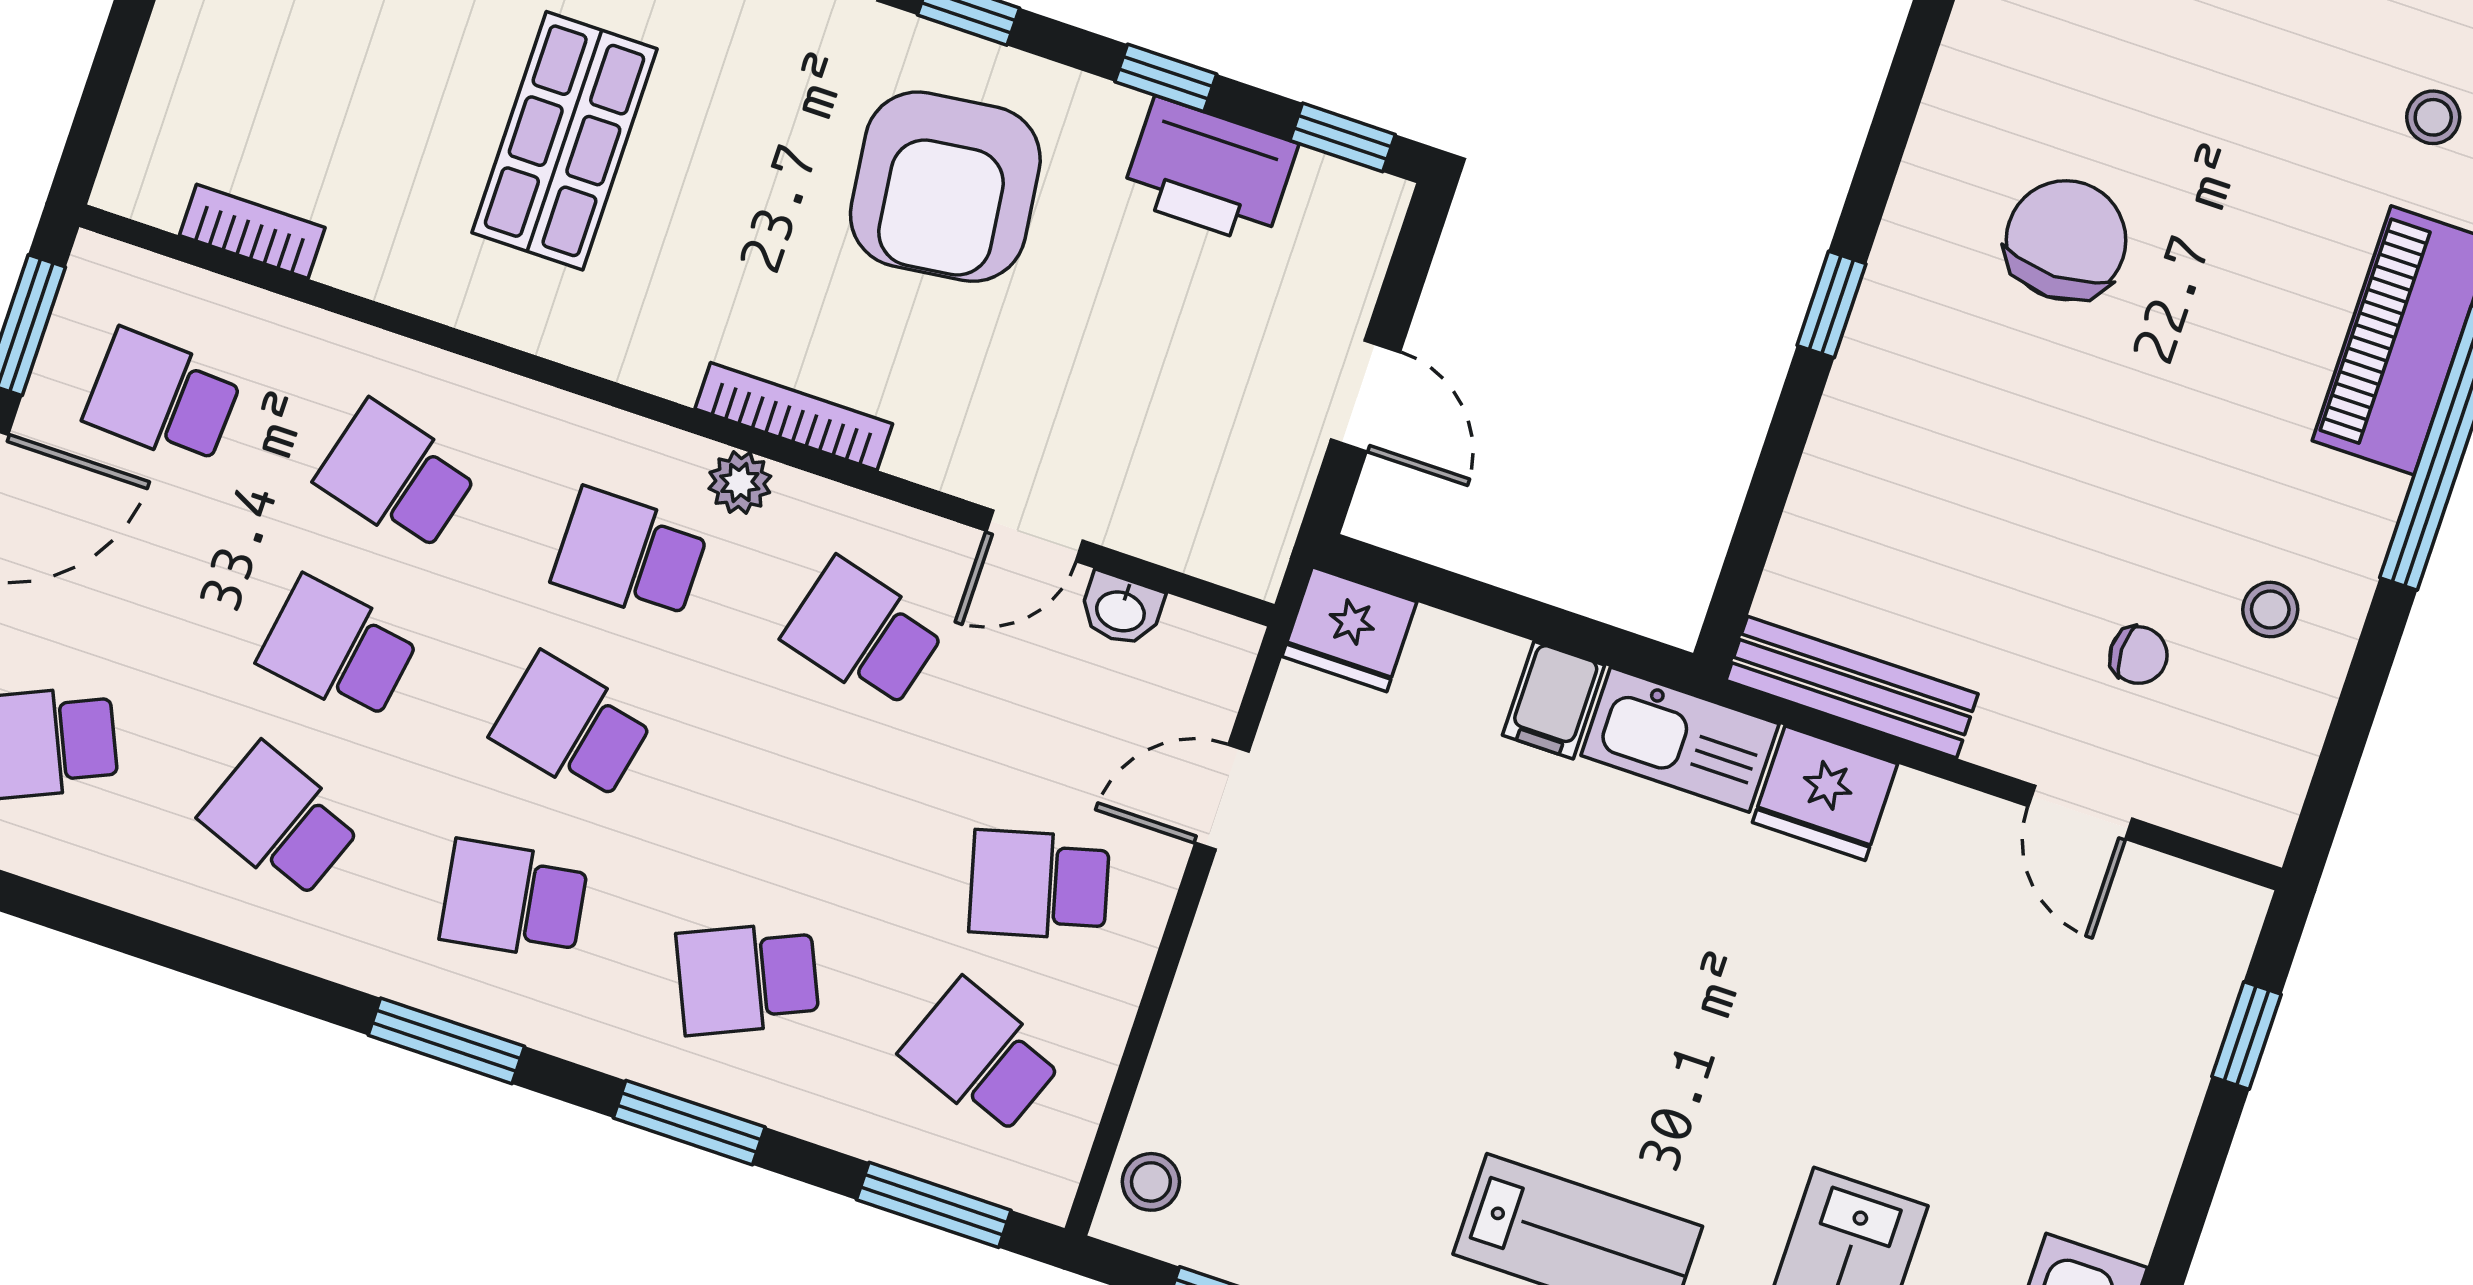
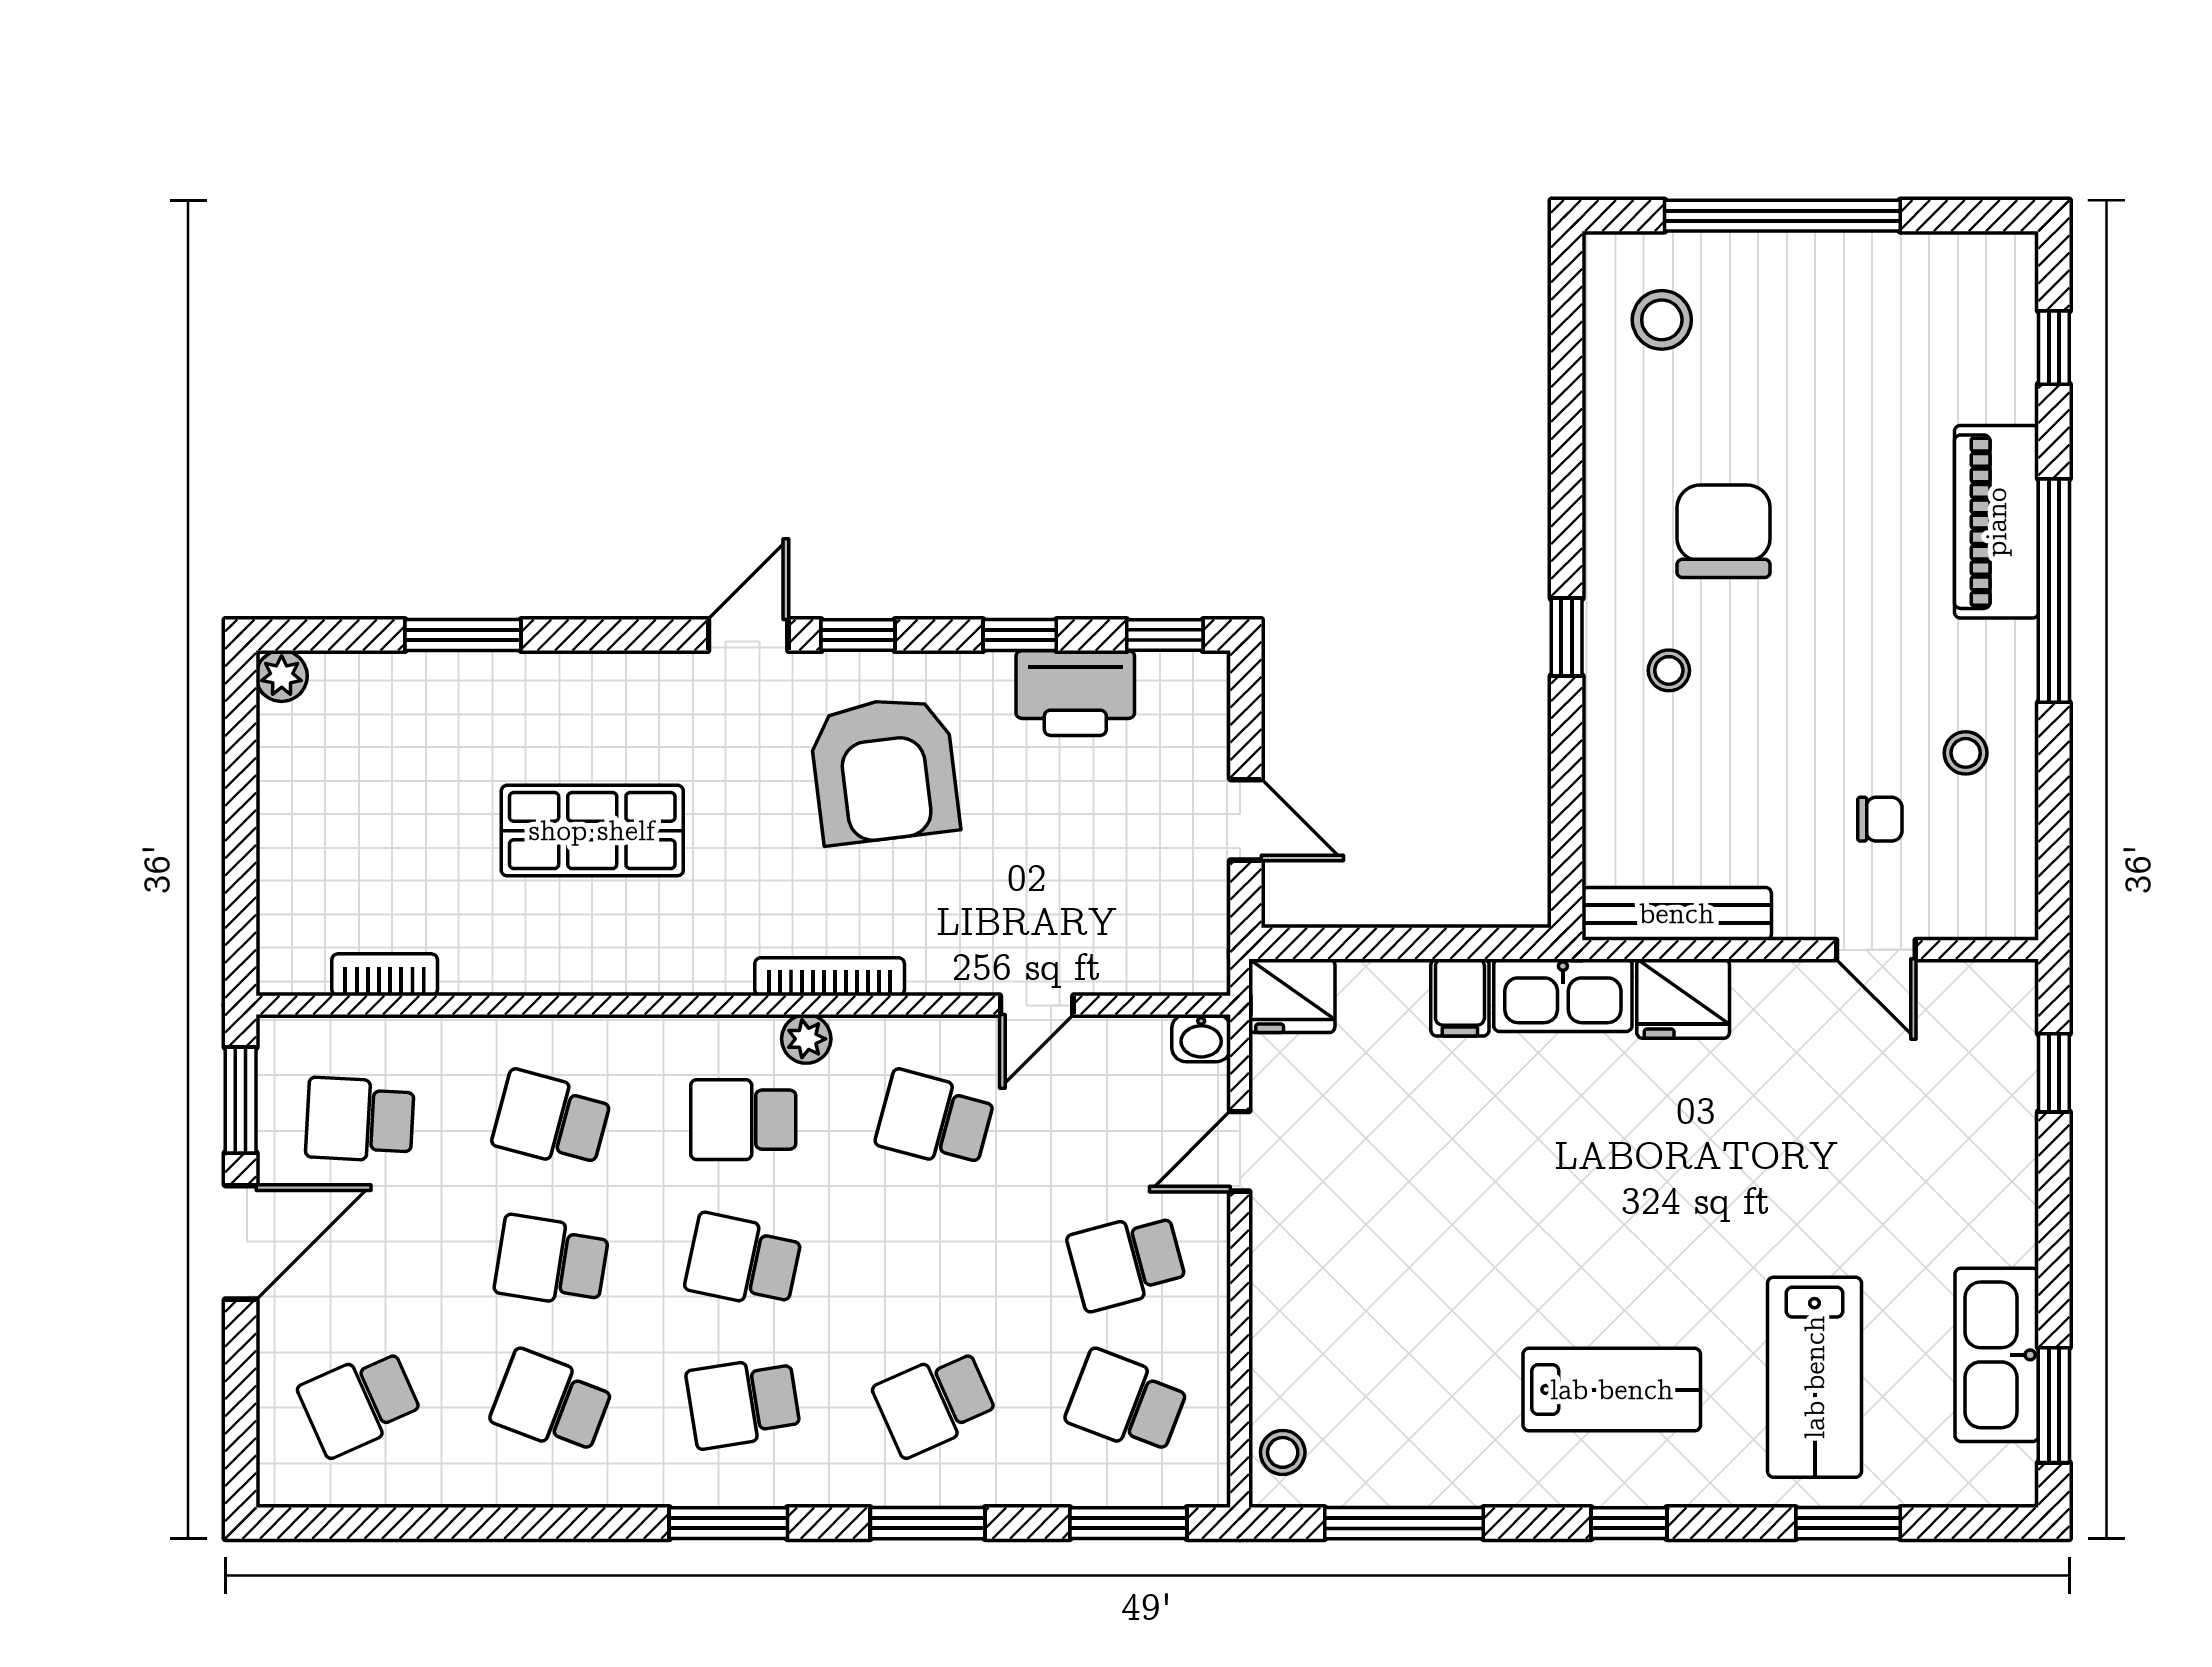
stool: (2433, 117) -> (1669, 670), moved
shop shelf: (565, 141) -> (592, 831), turned 90
washbasin: (1121, 610) -> (1201, 1038), moved

